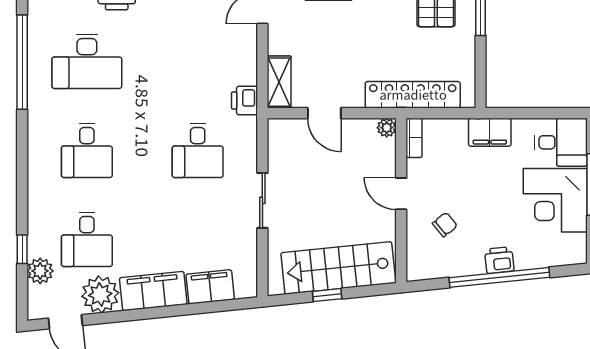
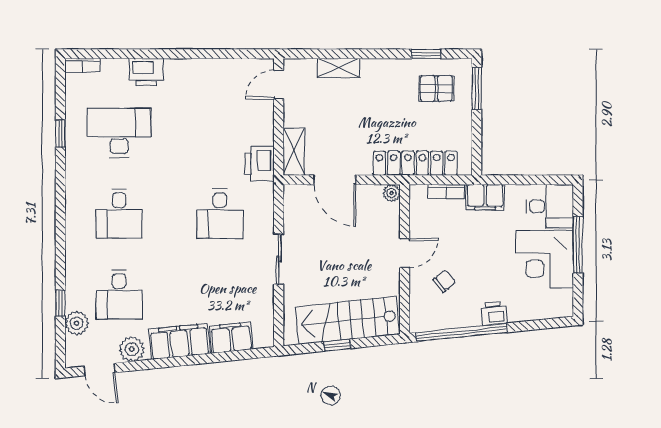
desk: (87, 61) -> (119, 133), turned 180
window: (22, 62) -> (60, 134), width x0.32
printer: (244, 101) -> (259, 164), width x1.36, depth x1.24
door: (324, 113) -> (335, 180), width x1.38
bookcase: (414, 138) -> (446, 192), moved, turned 90
door: (401, 194) -> (405, 253), swing flipped
window: (499, 277) -> (462, 332), moved
plant: (100, 294) -> (132, 349), width x0.73, depth x0.73

